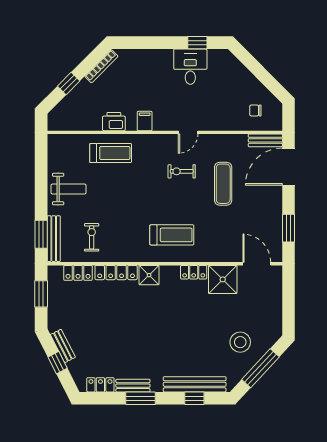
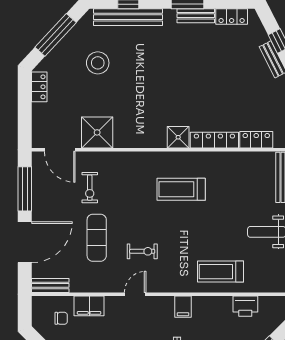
printer: (114, 122) -> (245, 306), moved
filing cabinet: (230, 122) -> (89, 306), added
door: (288, 167) -> (25, 242), moved
window: (288, 228) -> (25, 189), width x1.44
treadmill: (172, 235) -> (181, 189), moved
exercise bike: (92, 237) -> (90, 188), moved
locker: (194, 272) -> (39, 87), moved, turned 90
stool: (240, 342) -> (98, 63), moved

